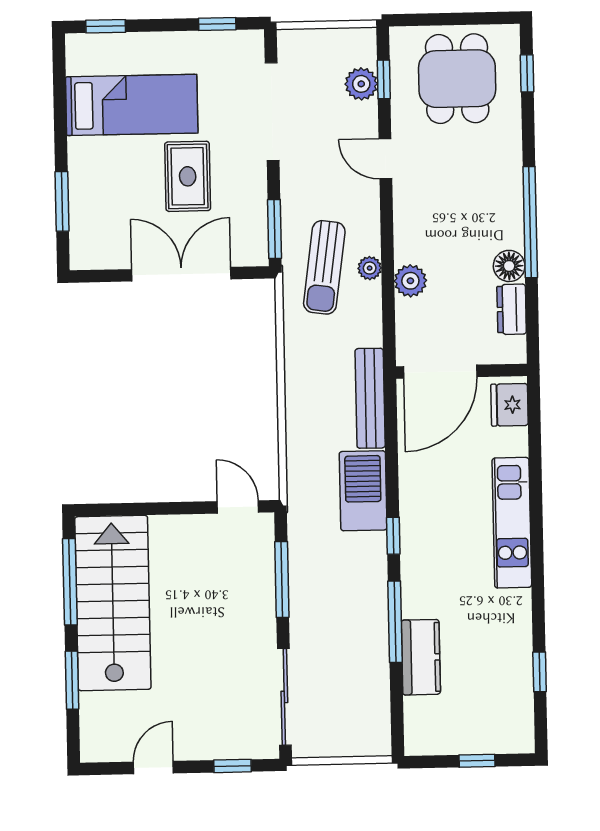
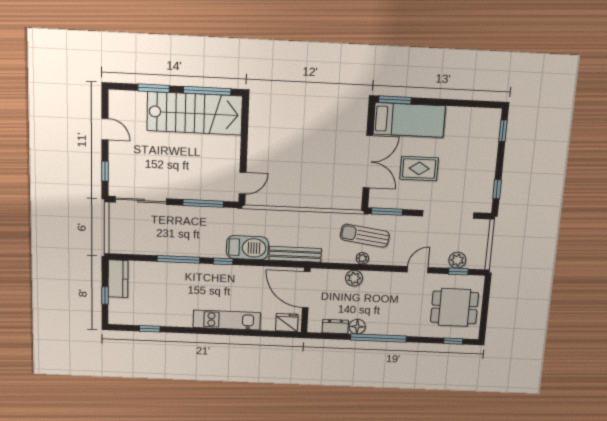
bed: (132, 105) -> (409, 120), moved, turned -90
window: (62, 201) -> (395, 100), moved
kitchen counter: (421, 657) -> (118, 279), moved, turned -90

